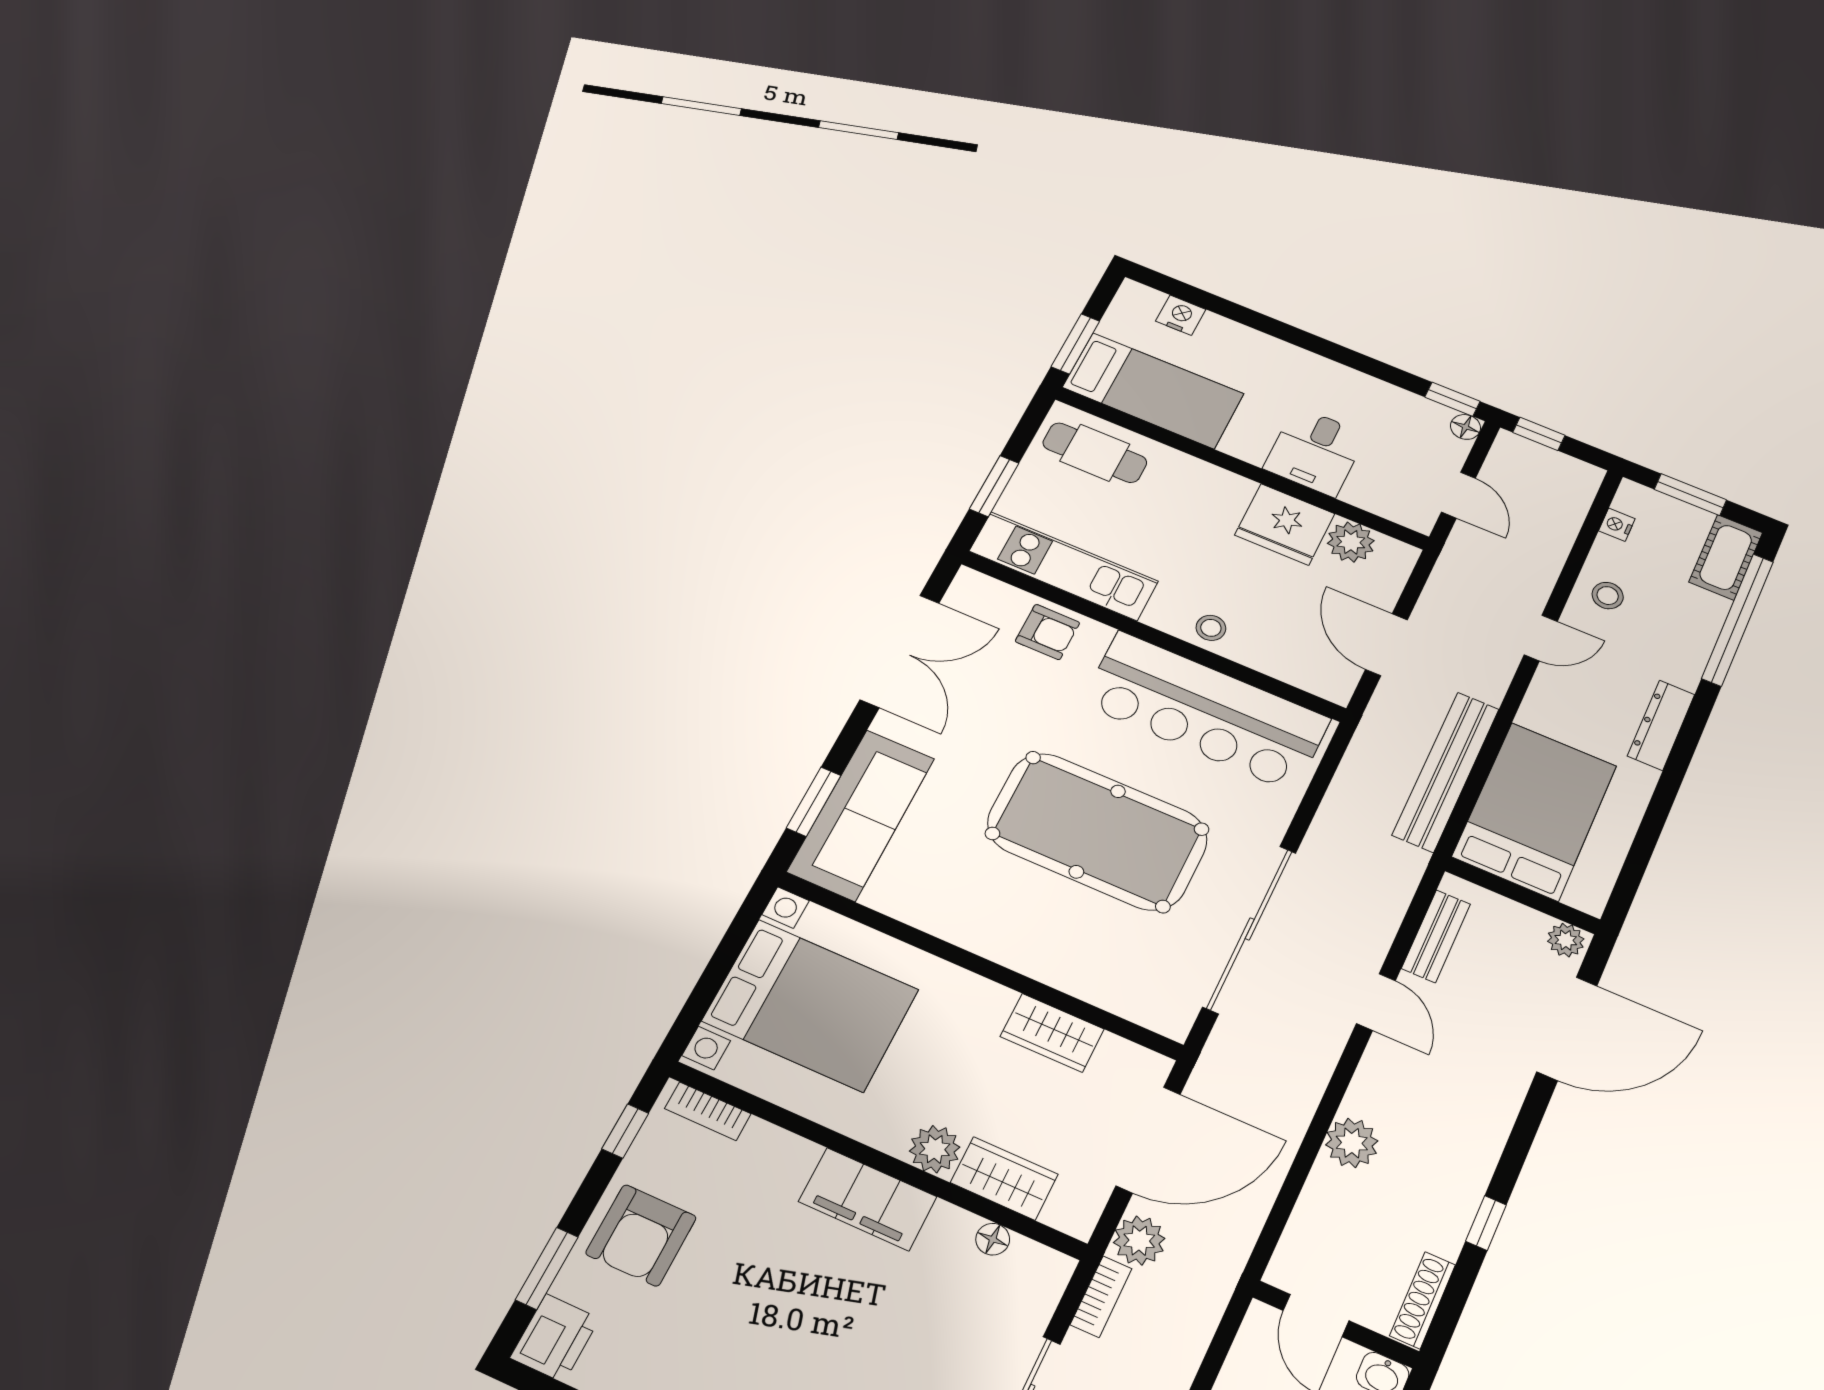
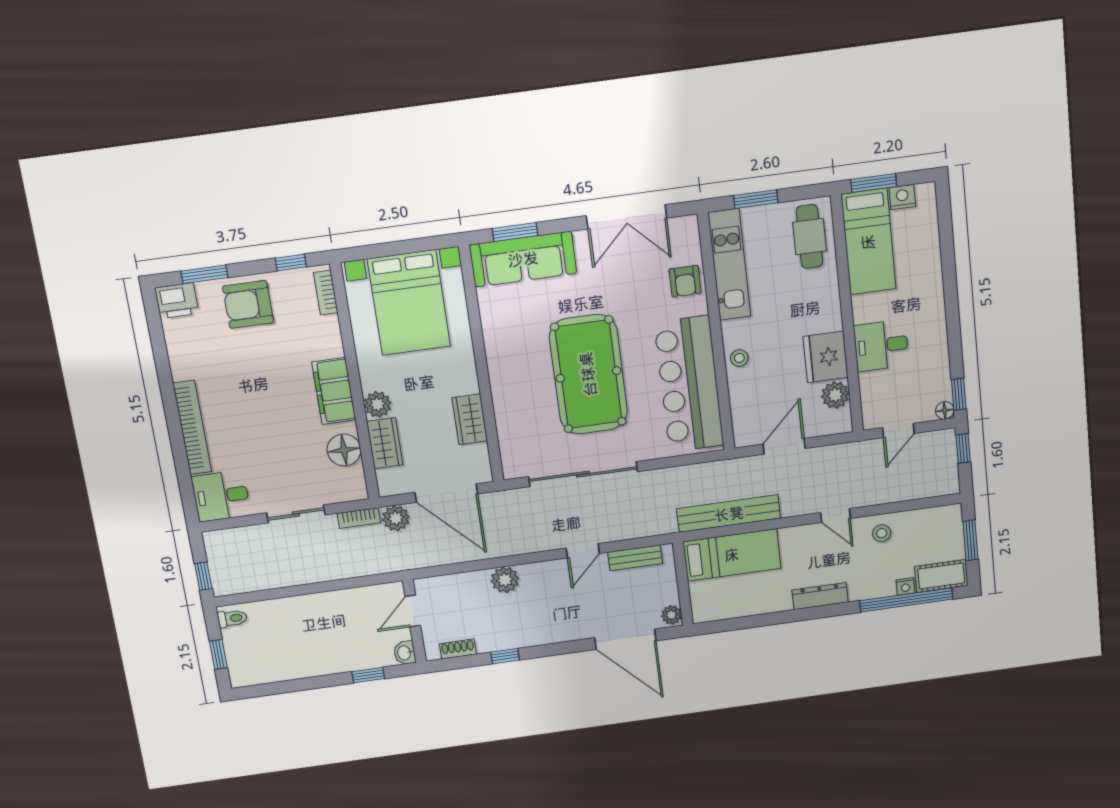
nightstand: (1181, 315) -> (902, 197), moved, turned -90
nightstand: (1617, 525) -> (905, 586), moved, turned 180
bed: (1535, 811) -> (732, 555), width x0.67
floor lamp: (993, 1239) -> (344, 450), width x1.89, depth x1.89
shoe rack: (1423, 1300) -> (458, 649), width x0.70

